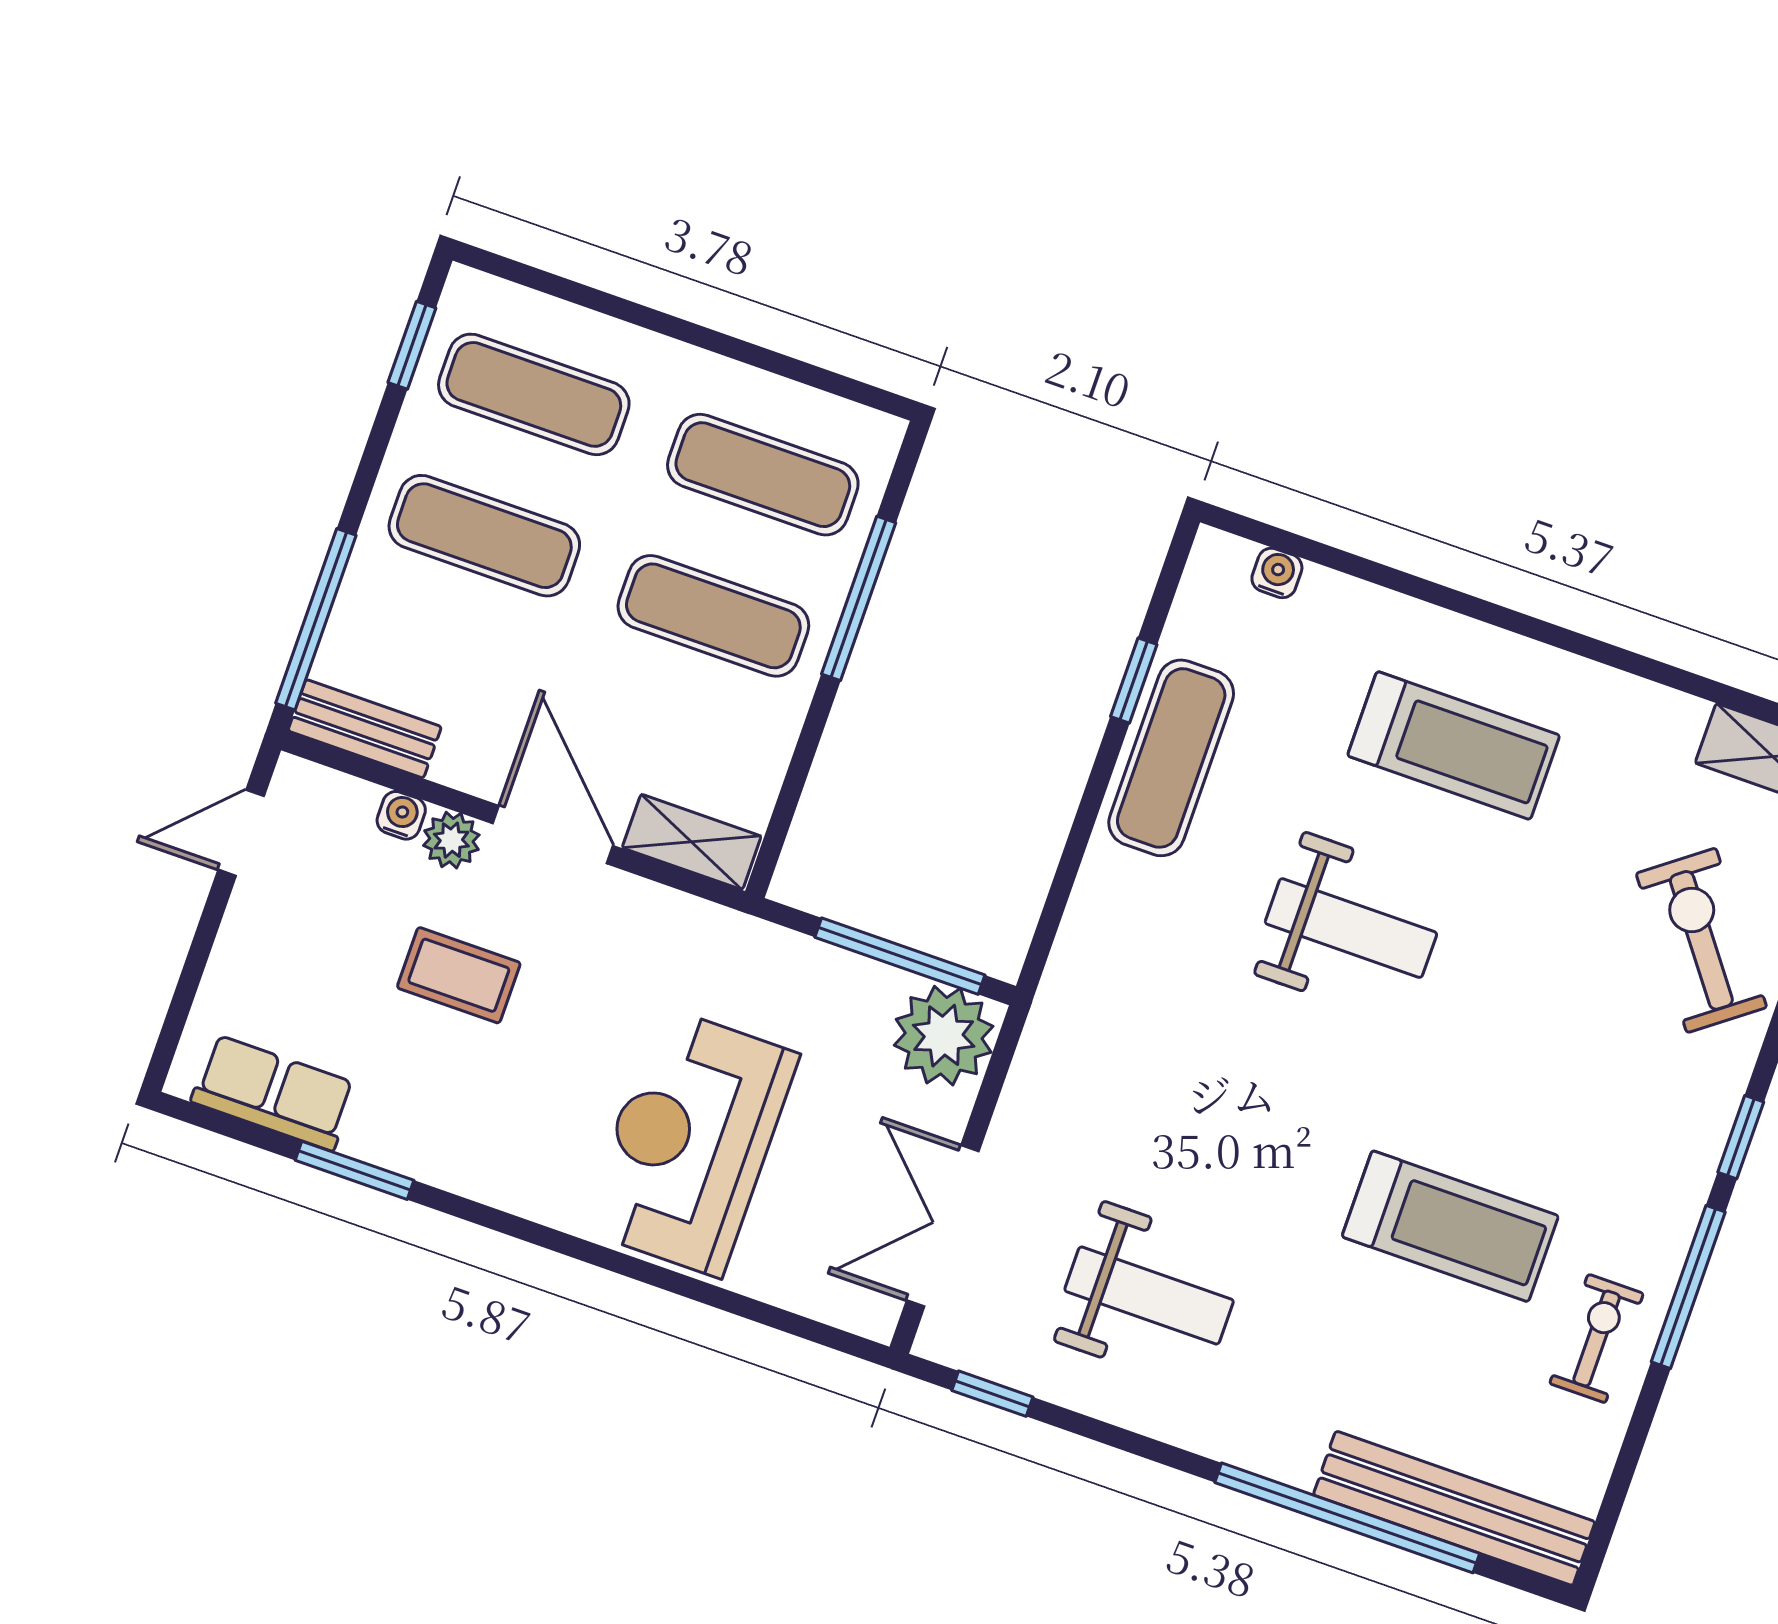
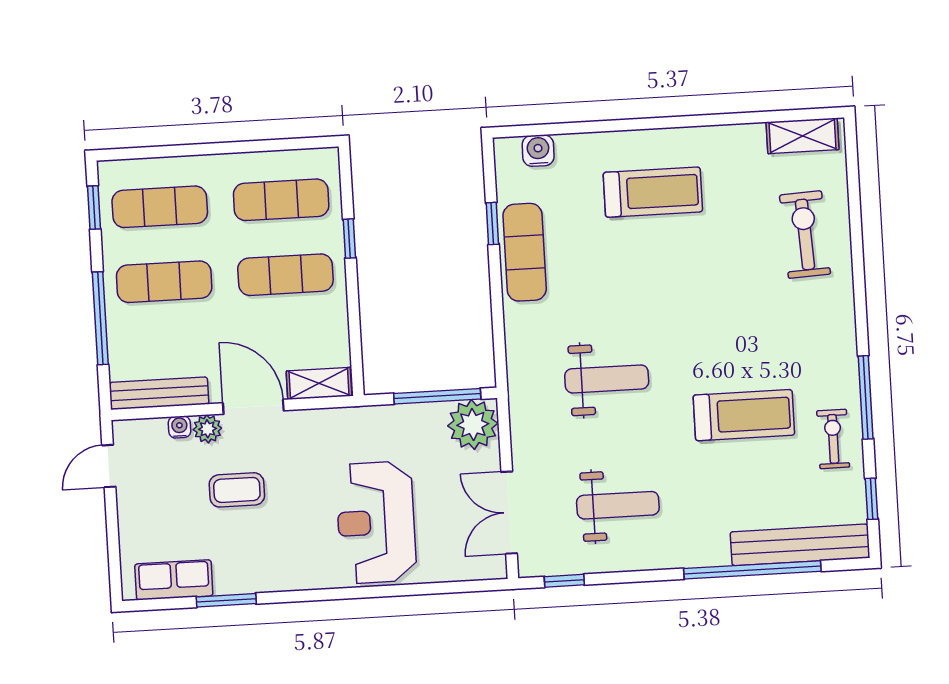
water cooler: (1277, 573) -> (538, 151), width x1.38, depth x1.38
window: (859, 598) -> (349, 239), width x0.46
window: (316, 619) -> (100, 318), moved
bench: (365, 729) -> (159, 393), width x1.36
weight bench: (1351, 928) -> (607, 379), moved
exercise bike: (1701, 940) -> (805, 235), turned 34
window: (1741, 1137) -> (871, 499), moved

